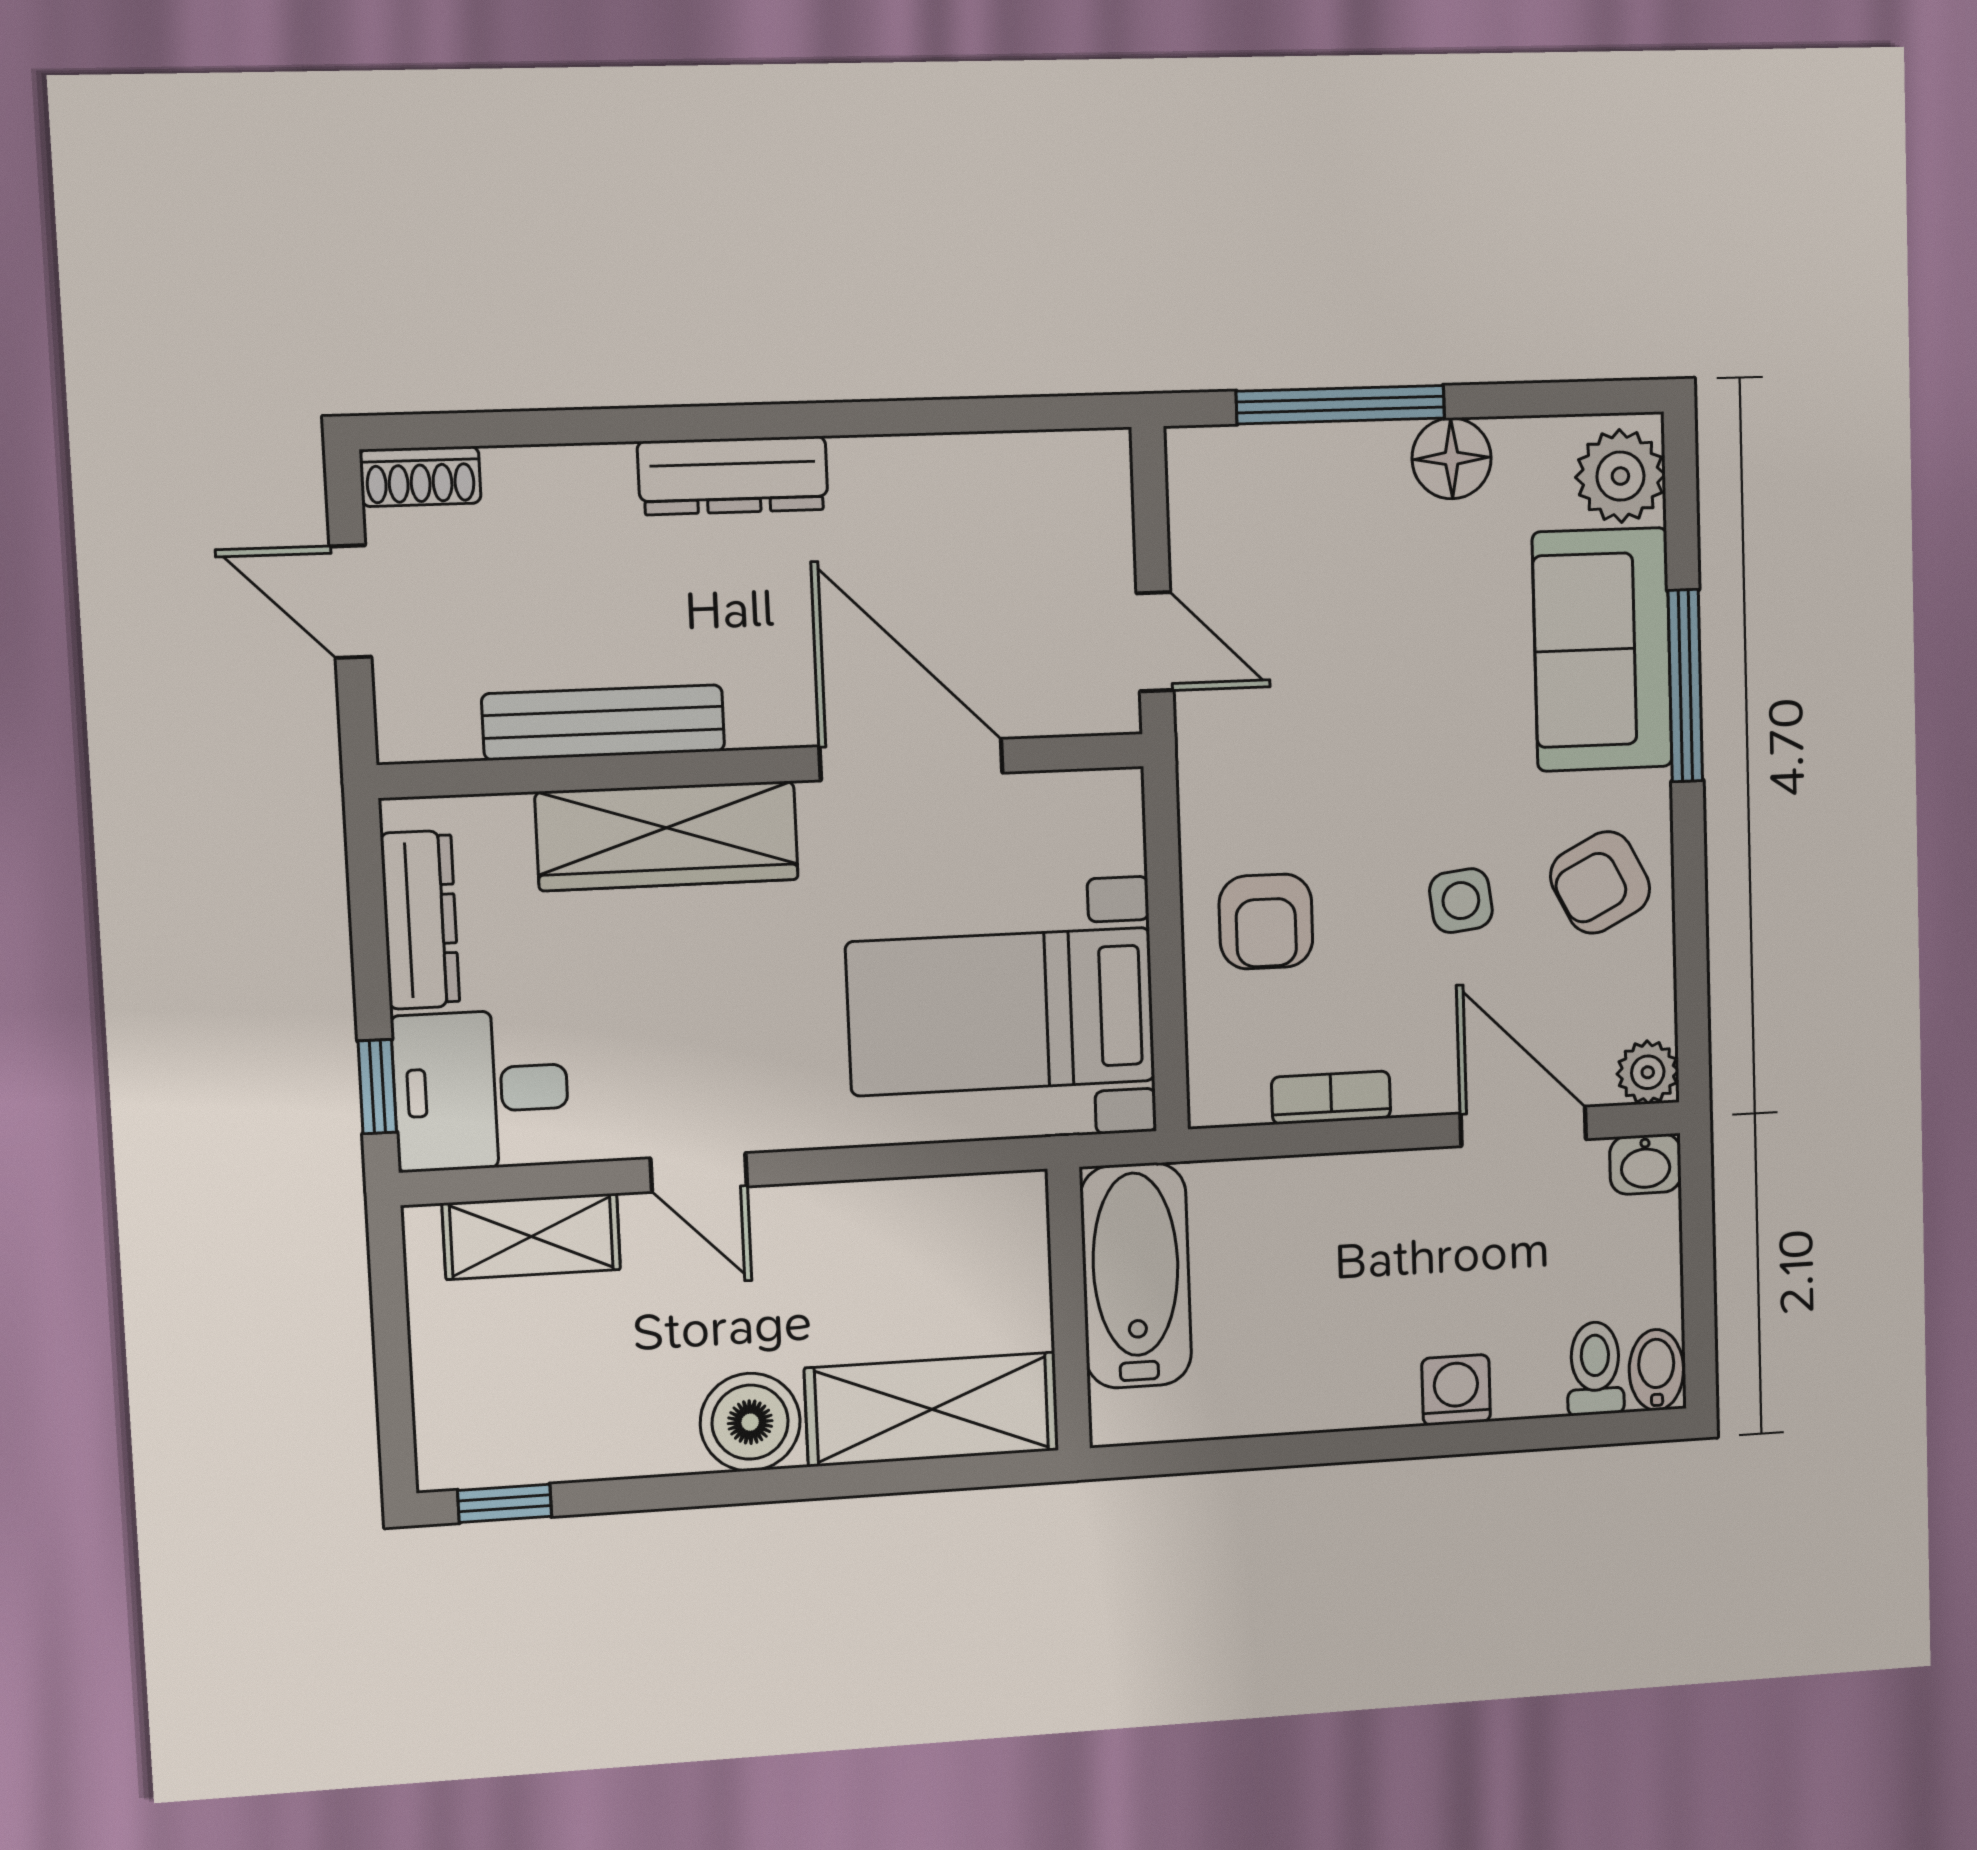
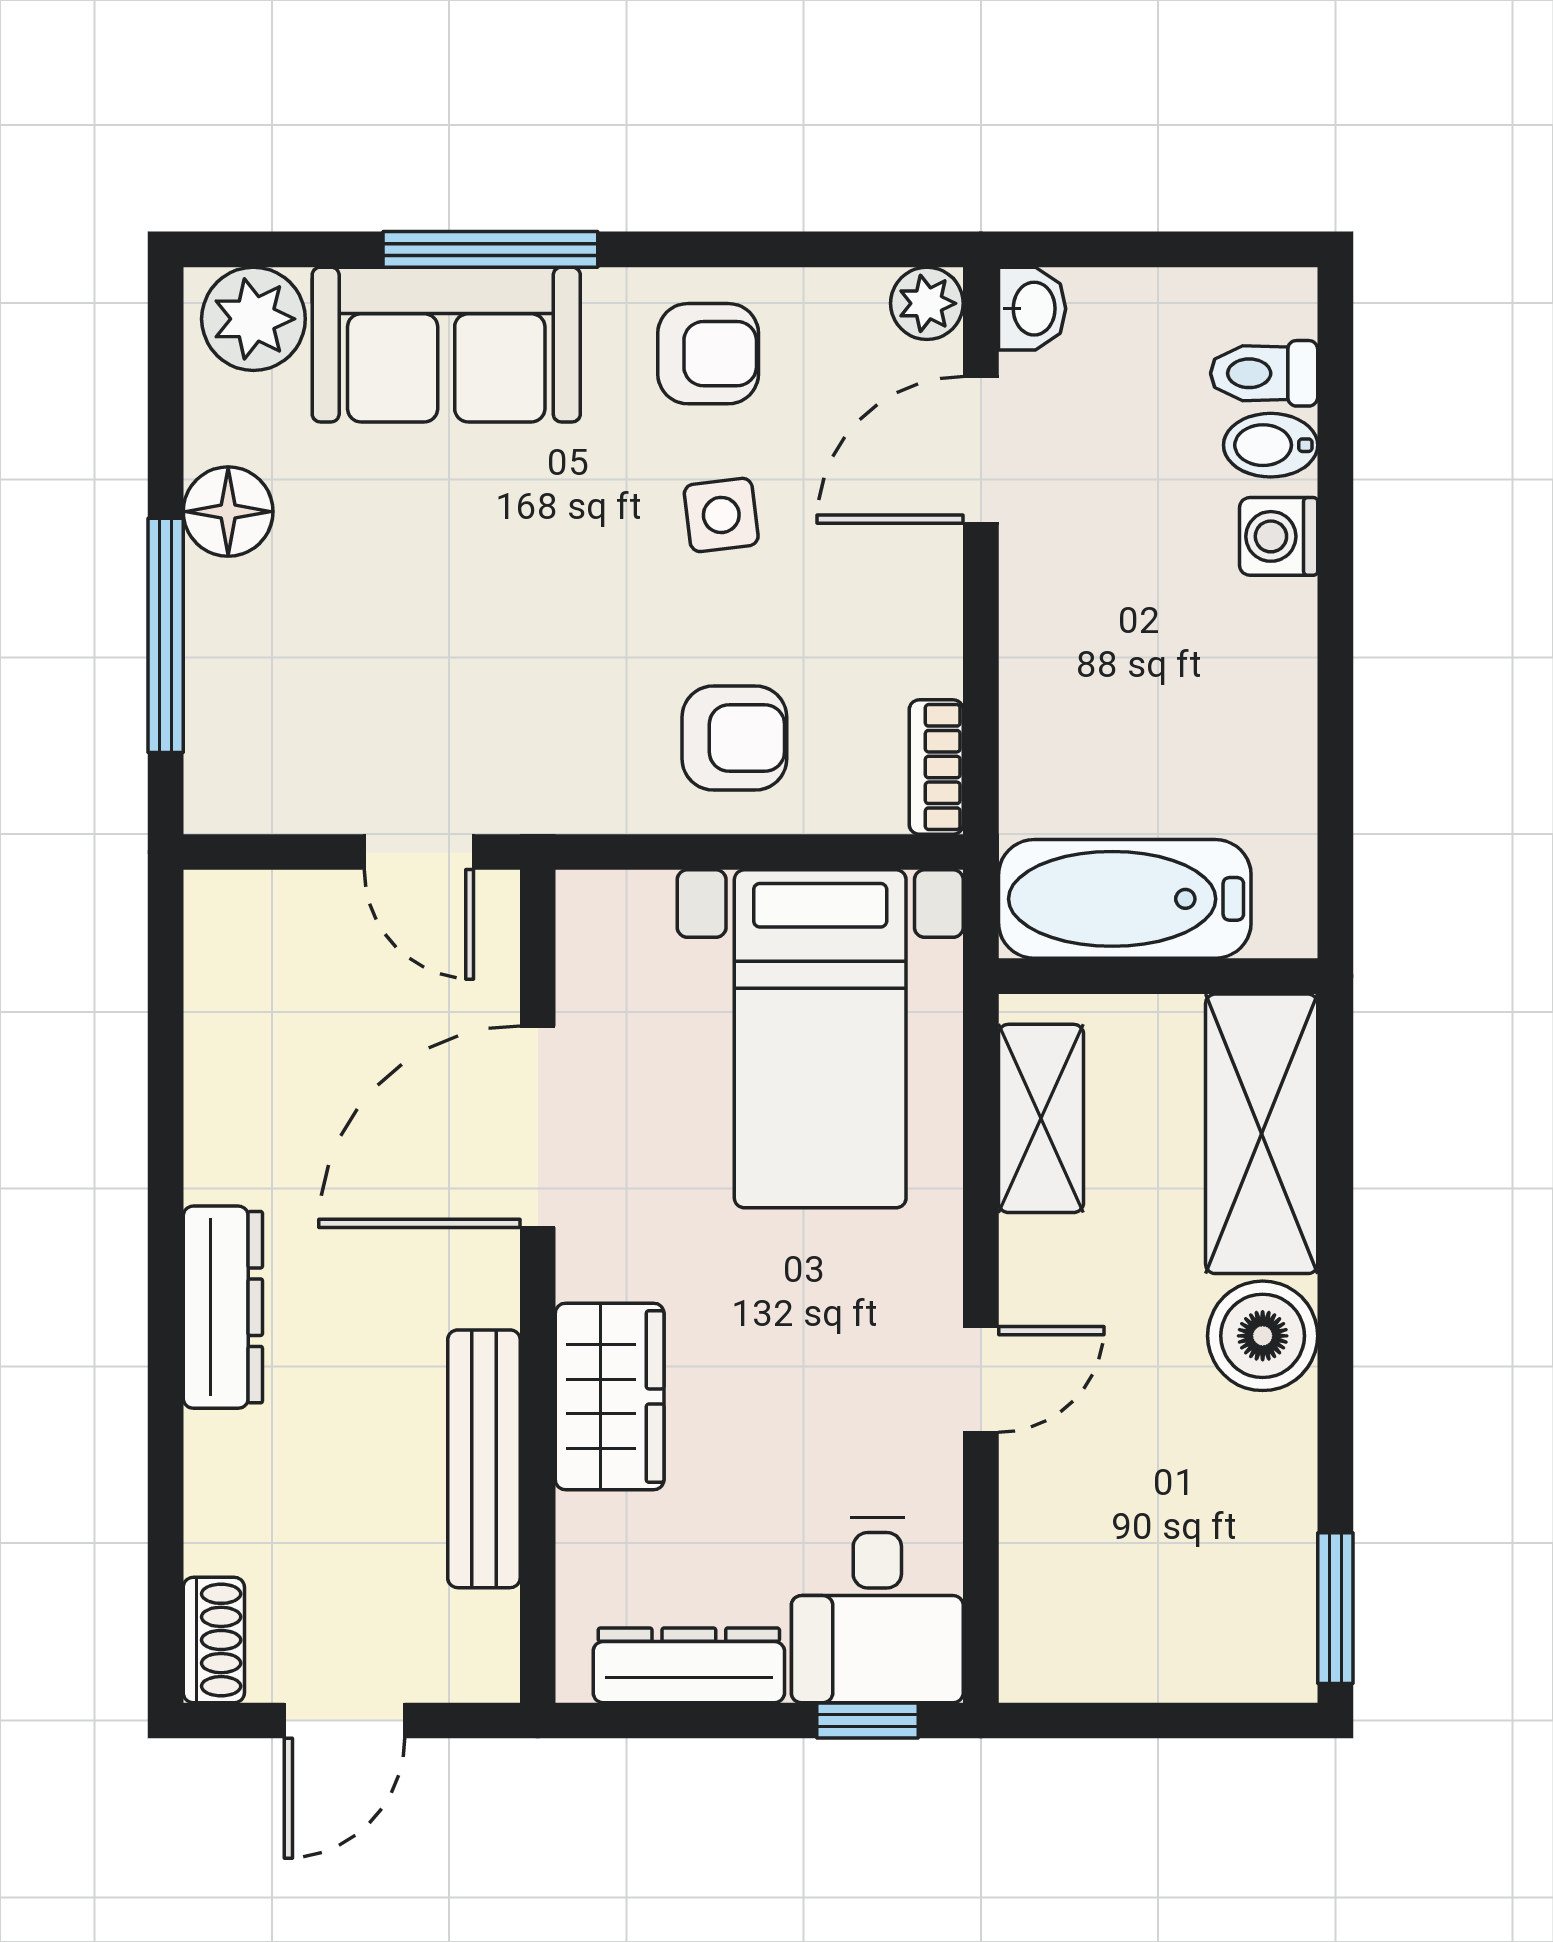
door: (1155, 642) -> (419, 852), swing flipped
wardrobe: (667, 836) -> (610, 1396), width x0.67
armchair: (1600, 882) -> (708, 354), turned -63
bookcase: (1331, 1098) -> (936, 767), moved
shelving: (531, 1236) -> (1041, 1118), moved
bidet: (1656, 1370) -> (1271, 445), moved
window: (505, 1503) -> (1335, 1608), width x1.50

